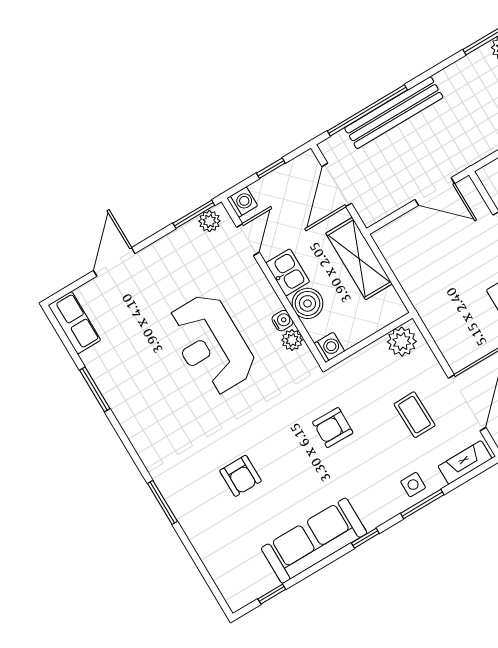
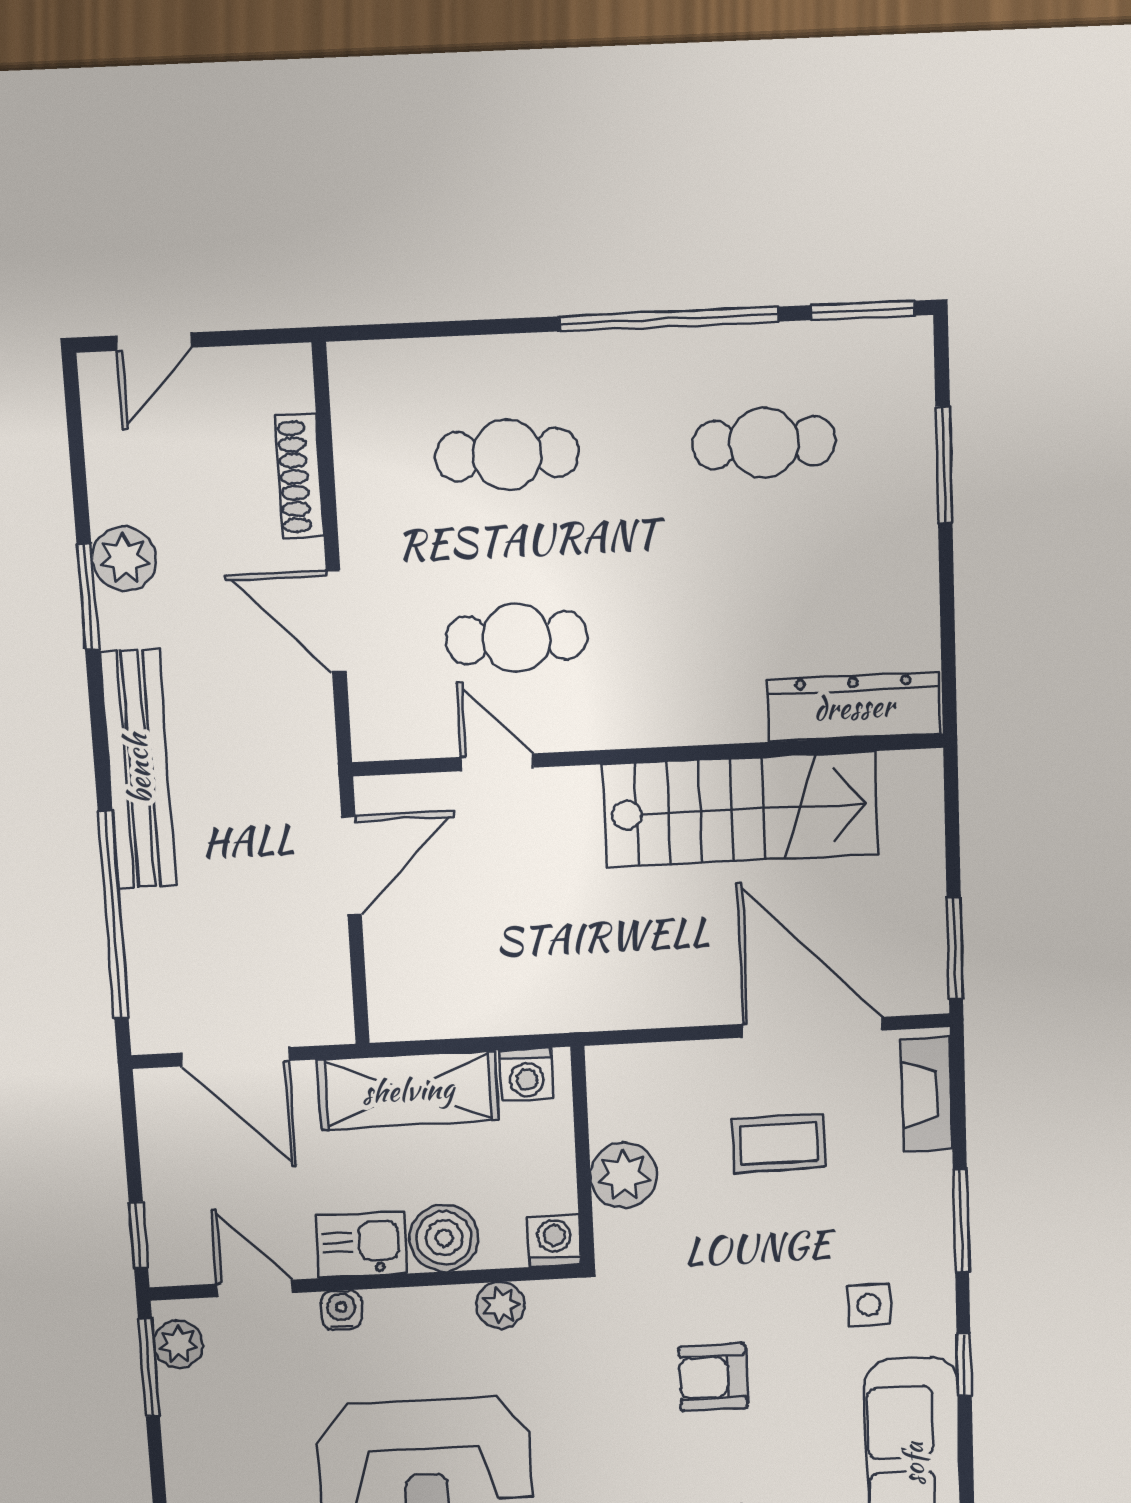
bench: (394, 113) -> (138, 769), moved
window: (271, 168) -> (138, 1235), moved
washing machine: (242, 202) -> (526, 1074), moved, turned 180
water cooler: (282, 321) -> (341, 1310), moved
plant: (402, 342) -> (624, 1175), moved
armchair: (333, 428) -> (713, 1377), moved, turned 89
side table: (413, 485) -> (869, 1305), moved

